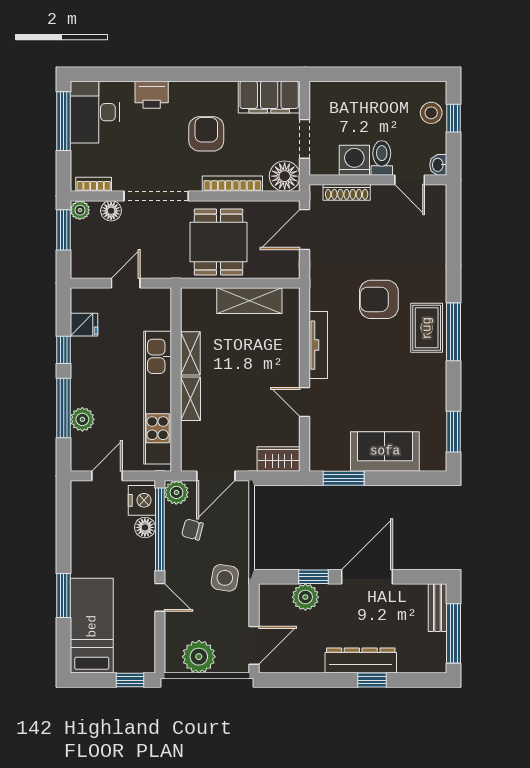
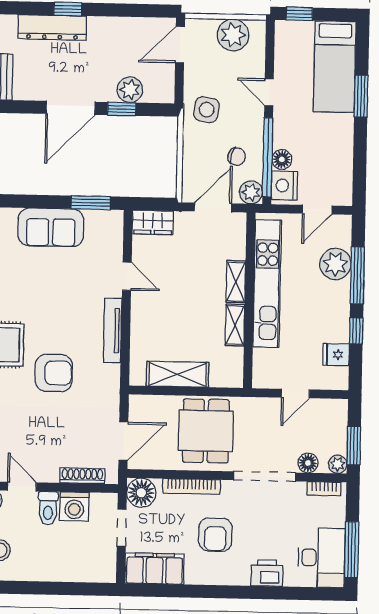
plant: (82, 419) -> (335, 264), width x1.36, depth x1.36
dresser: (361, 660) -> (52, 27), moved

